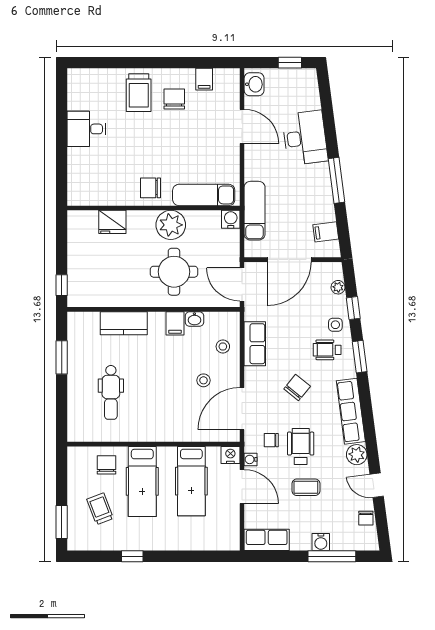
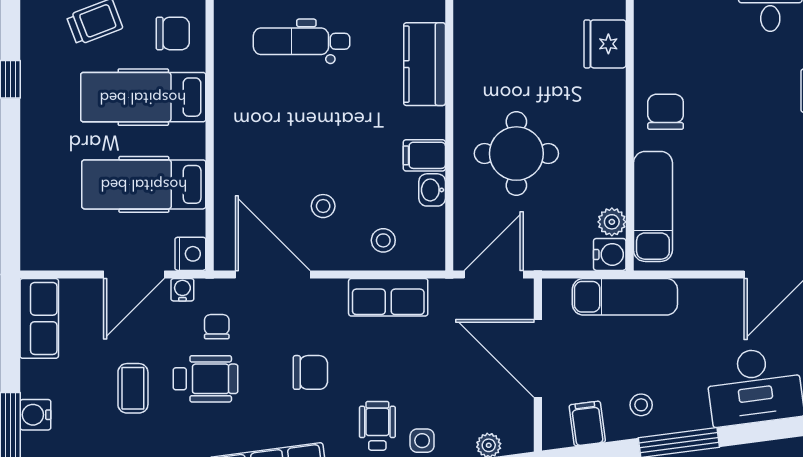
stool: (315, 202) -> (641, 405), added
plant: (171, 225) -> (612, 222), moved, width x0.53, depth x0.53
chair: (297, 387) -> (310, 372), turned -39

